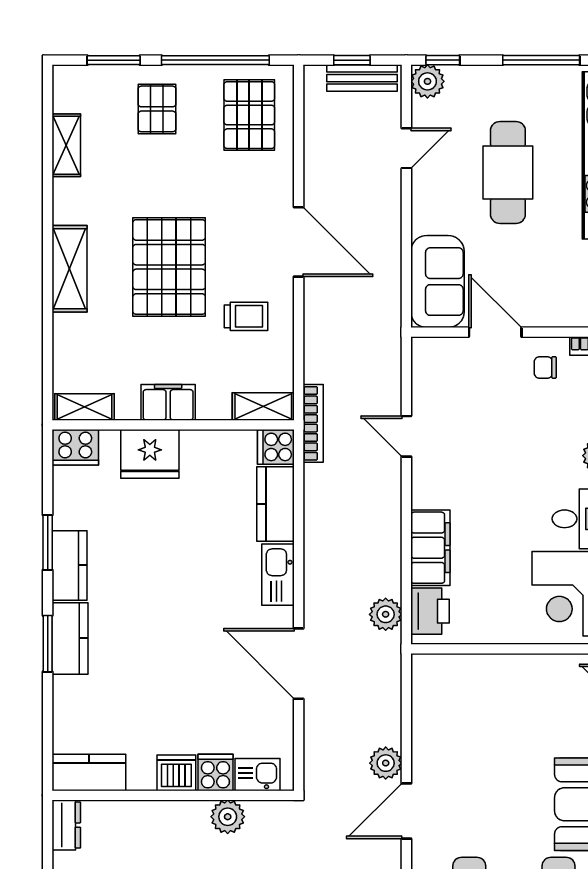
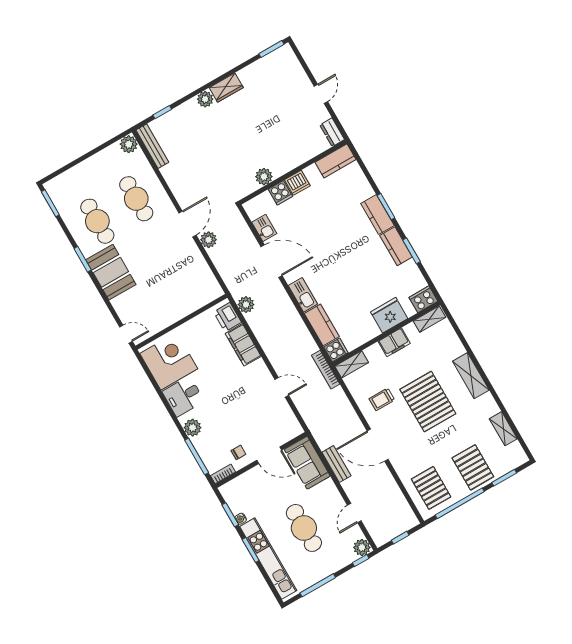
bench: (362, 78) -> (336, 464), moved, turned 90
pallet: (157, 109) -> (473, 467), width x1.50, depth x1.42
kitchen sink: (258, 775) -> (264, 228), moved, turned -90

